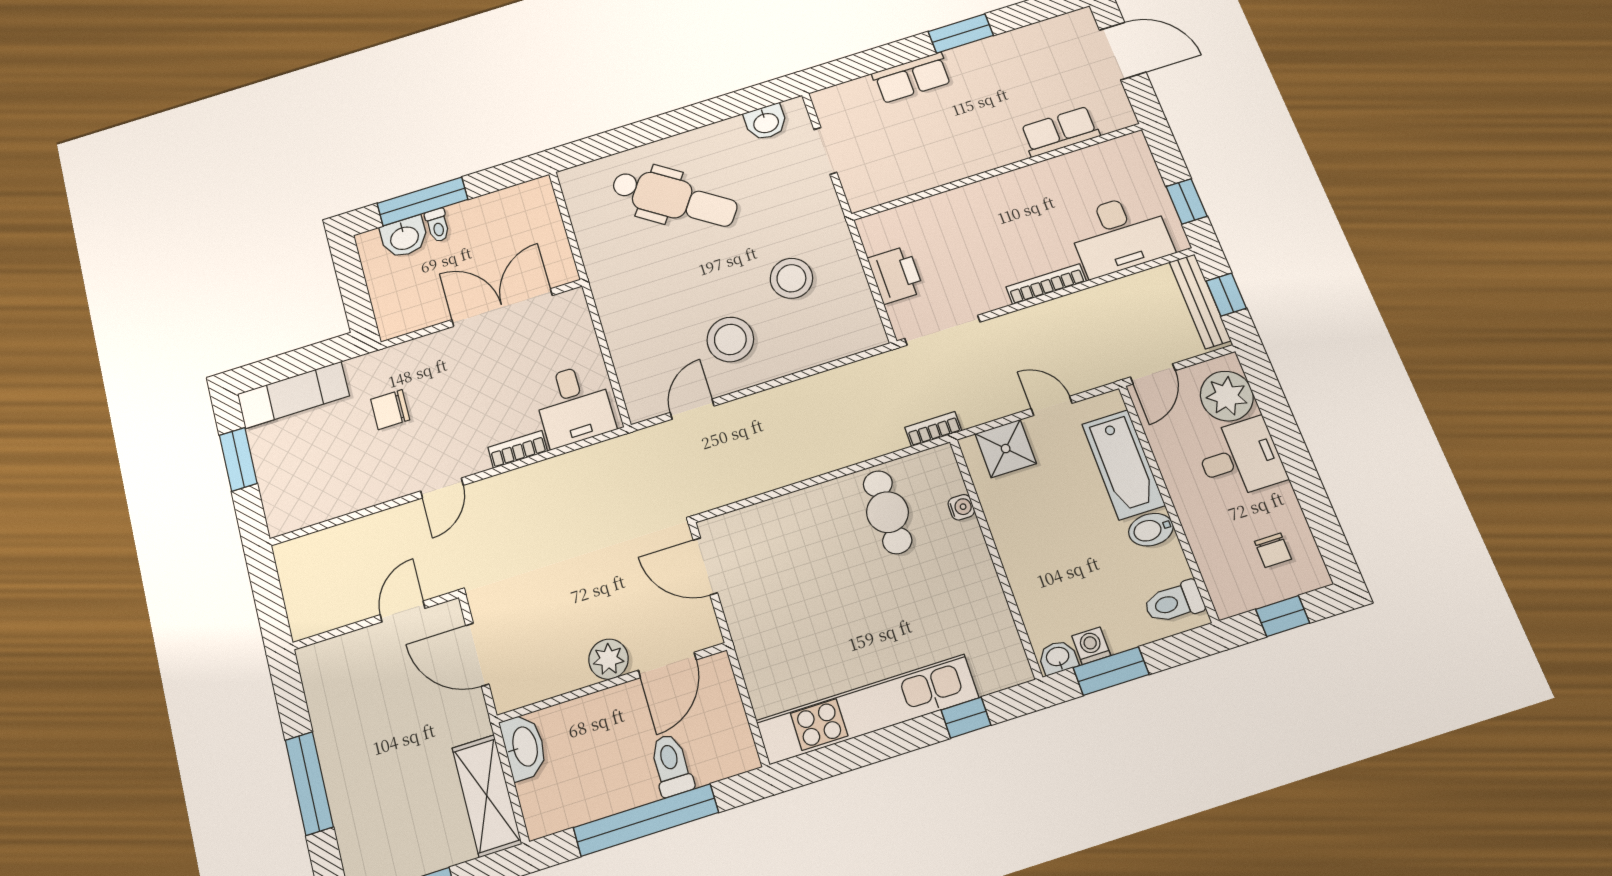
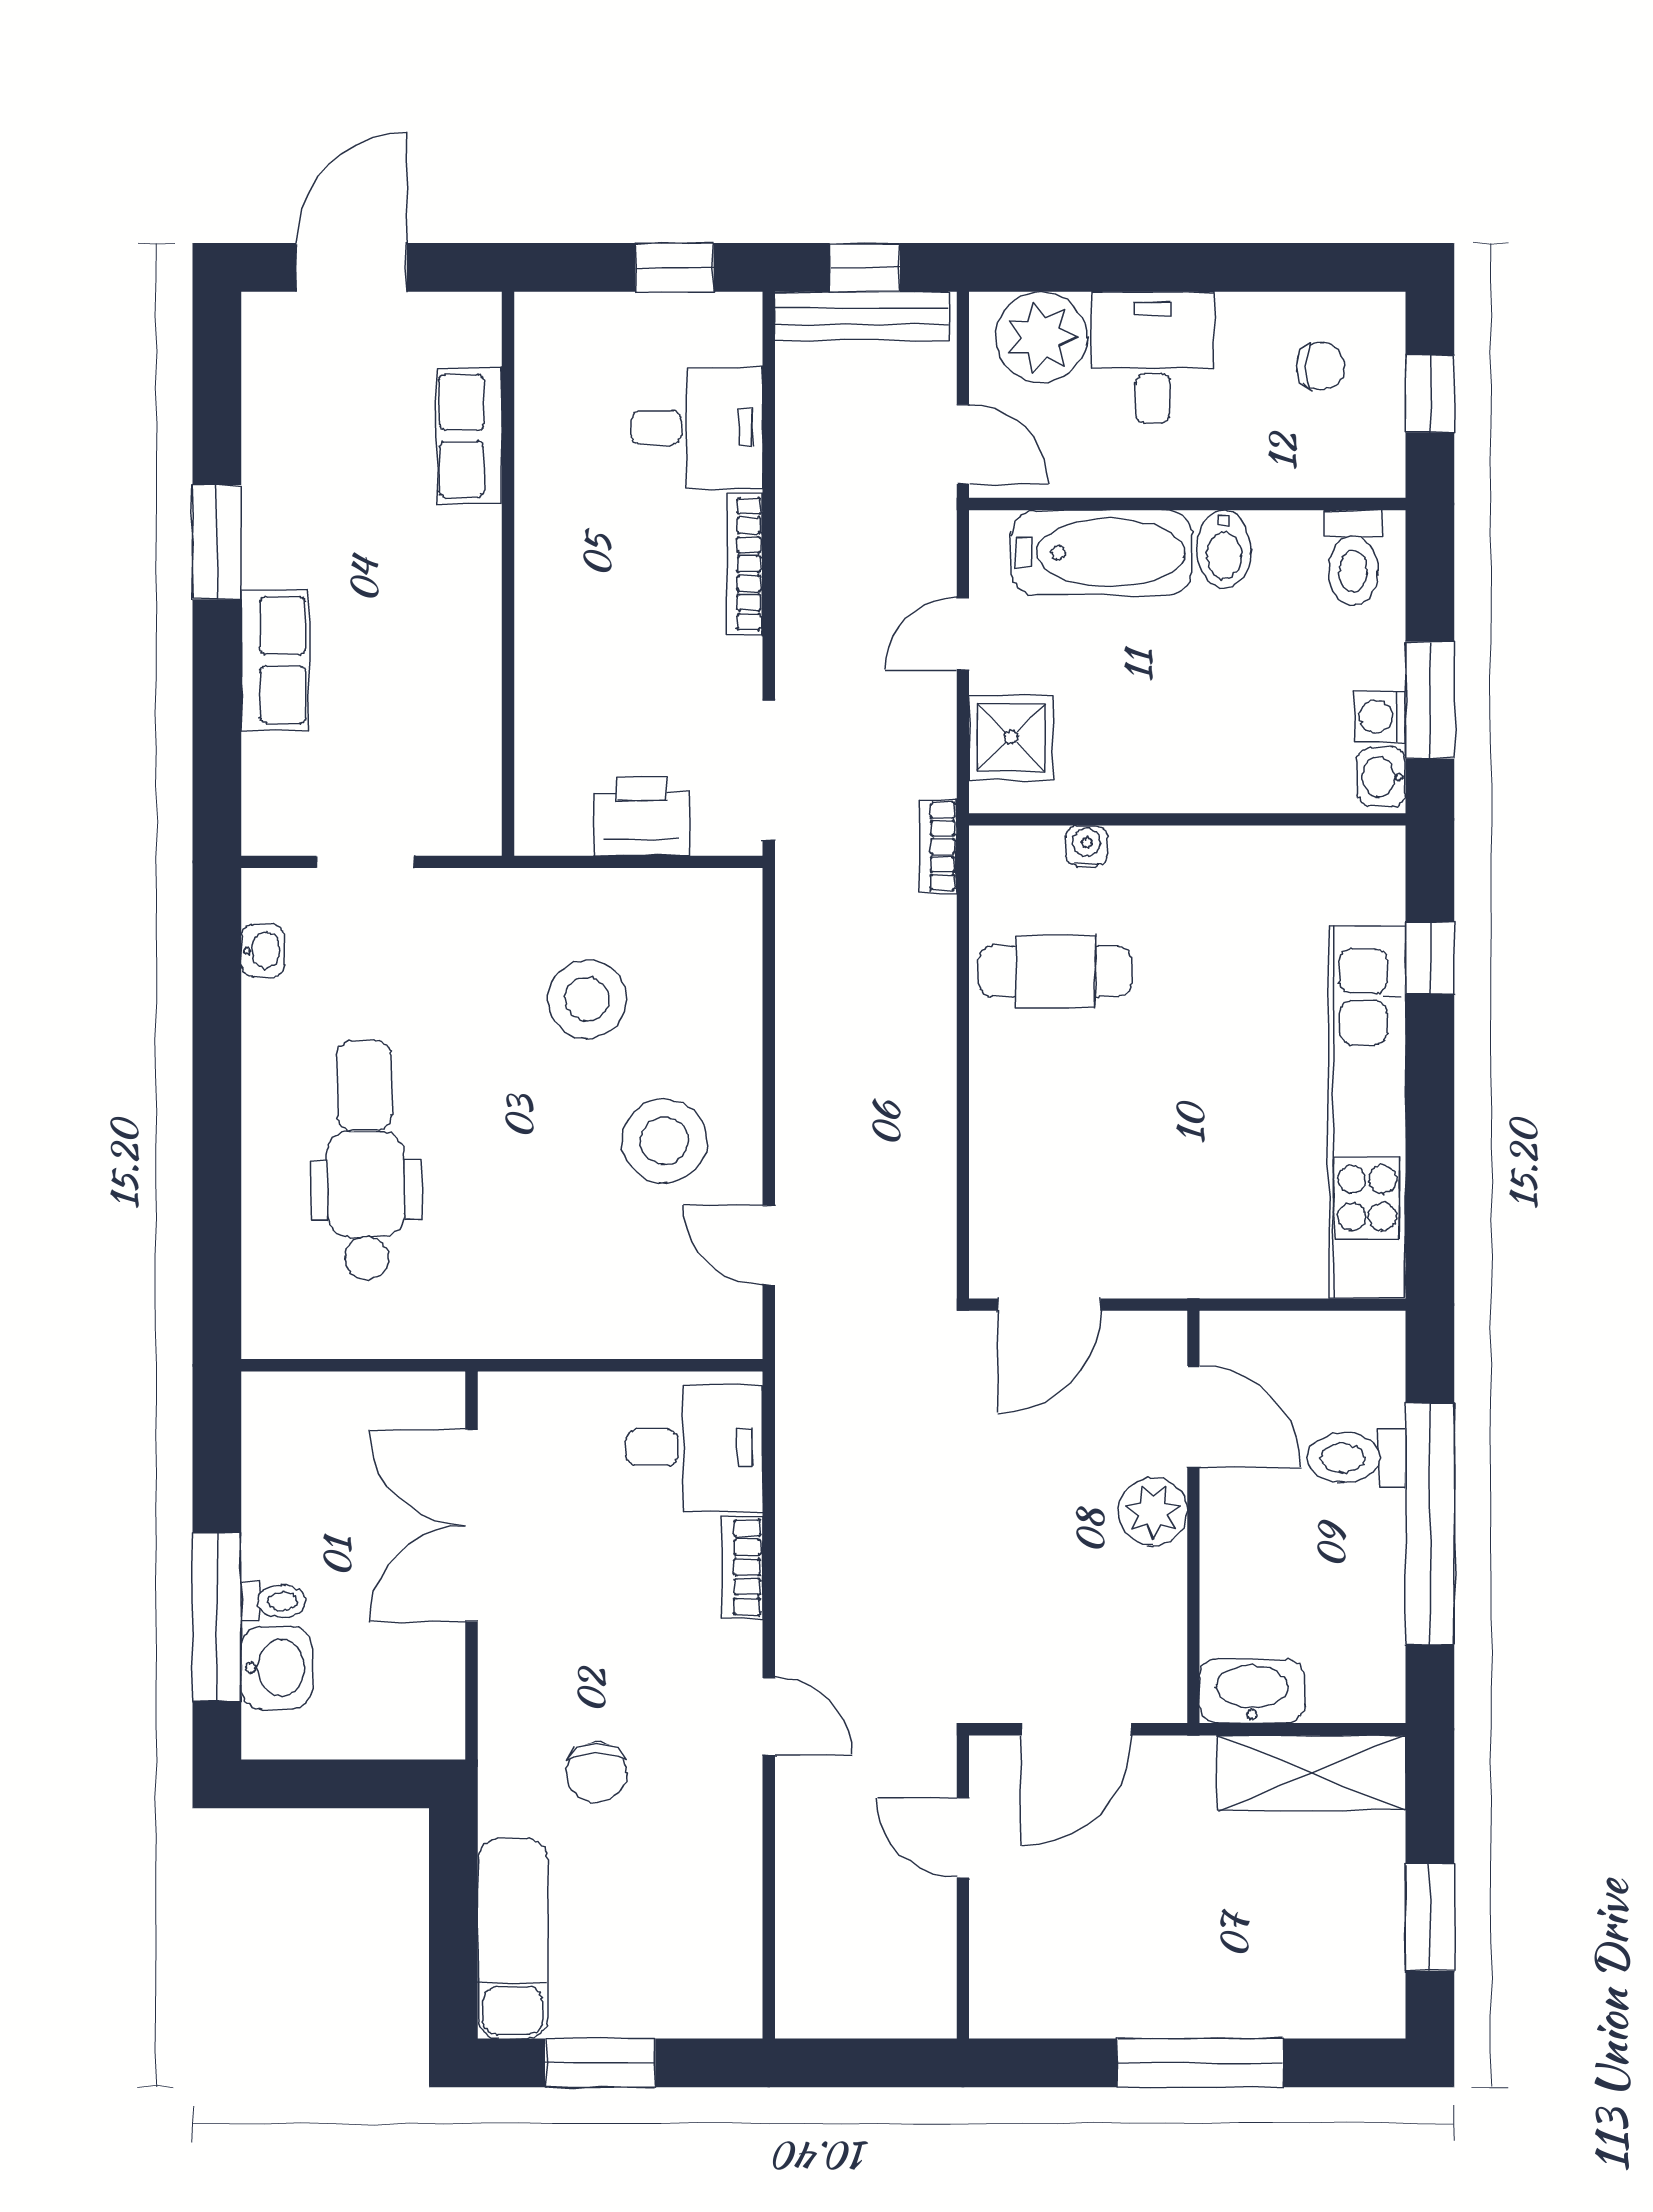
washbasin: (766, 122) -> (263, 950), width x0.72, depth x0.69
dental chair: (674, 198) -> (365, 1160), turned -36
desk: (1120, 235) -> (697, 428), width x0.73

